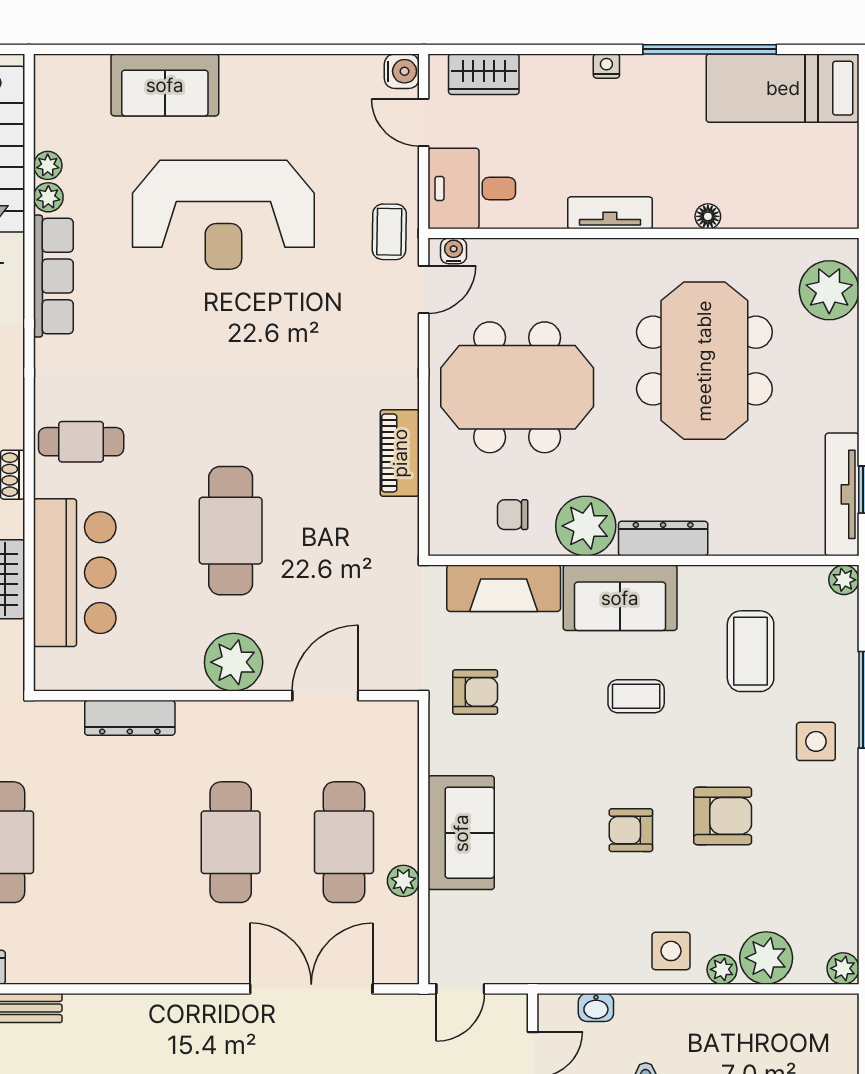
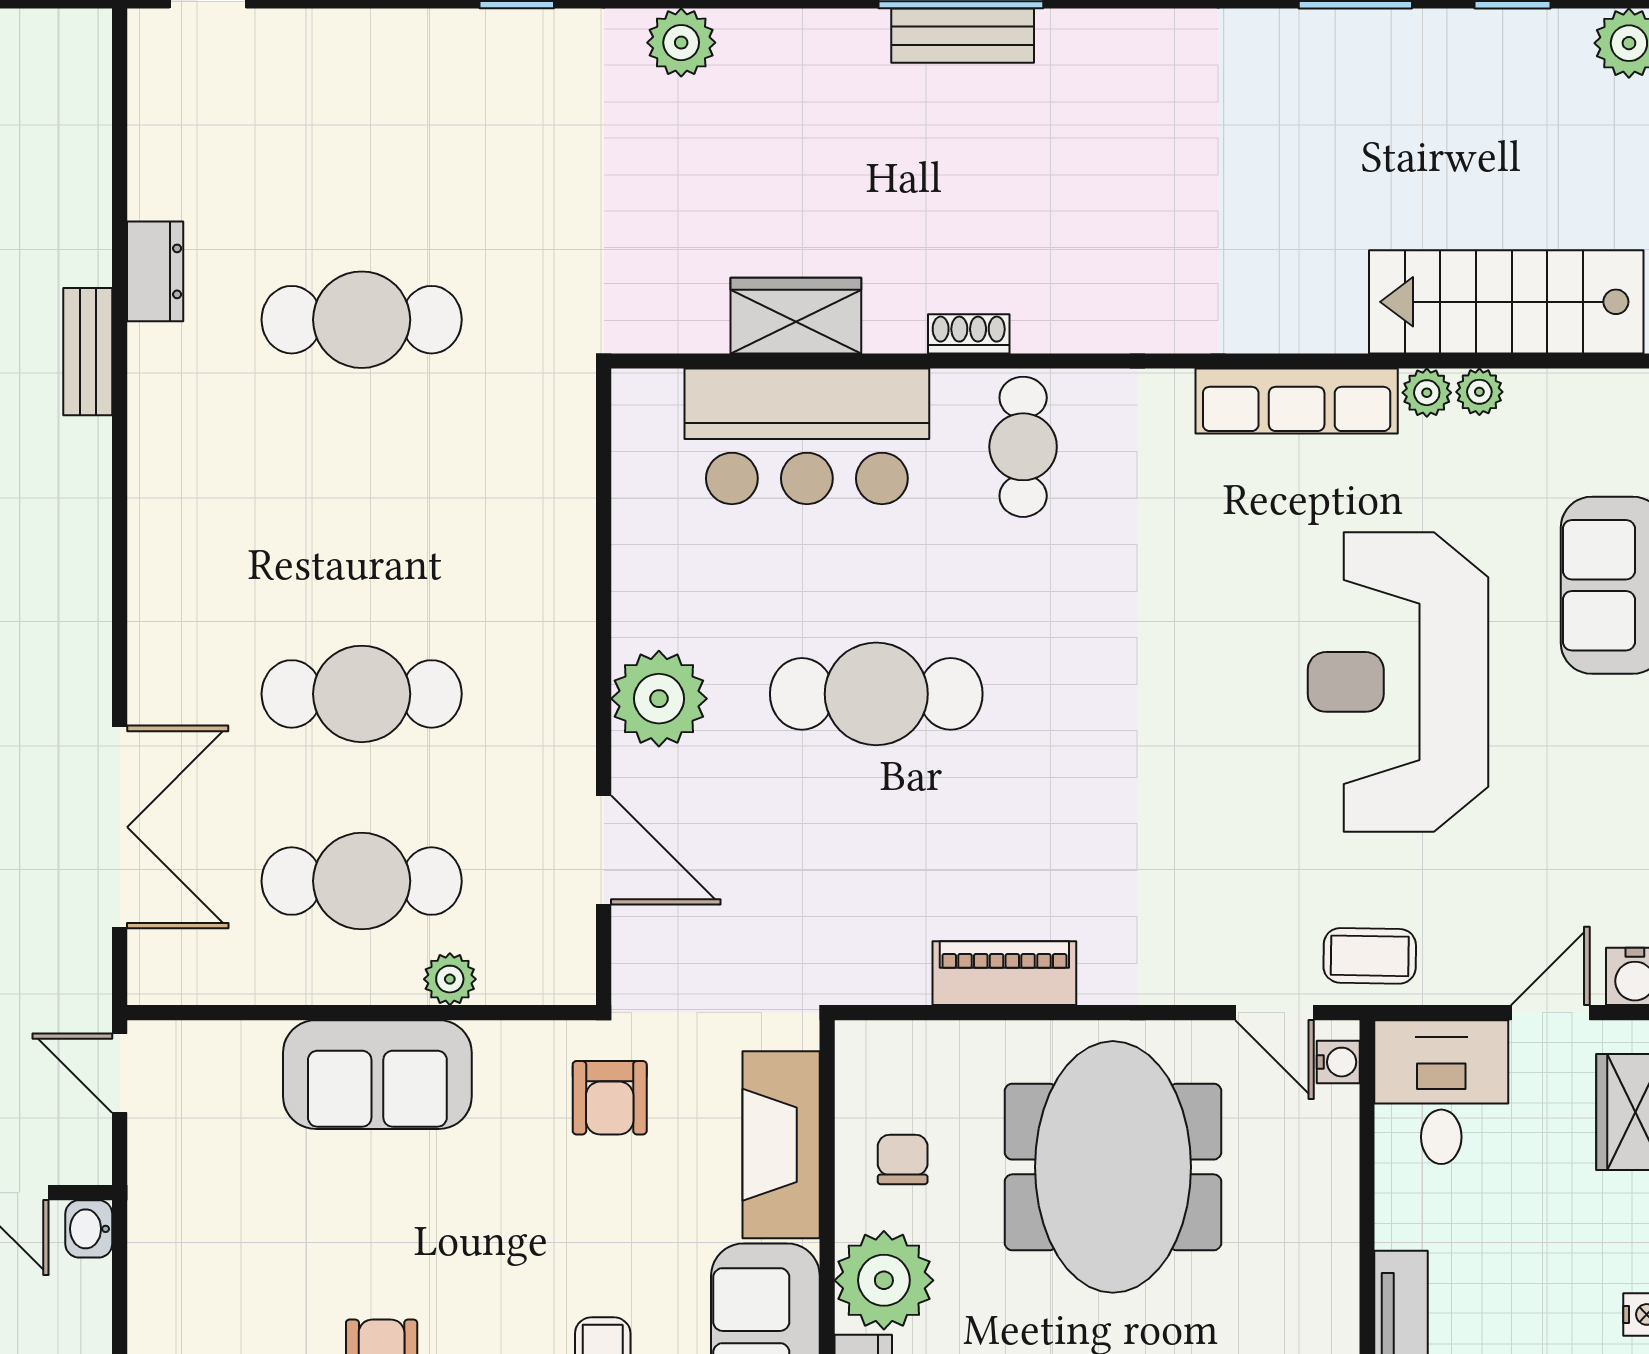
dresser: (130, 718) -> (567, 527), removed
plant: (403, 881) -> (450, 979), moved
washbasin: (596, 1007) -> (89, 1229), moved

